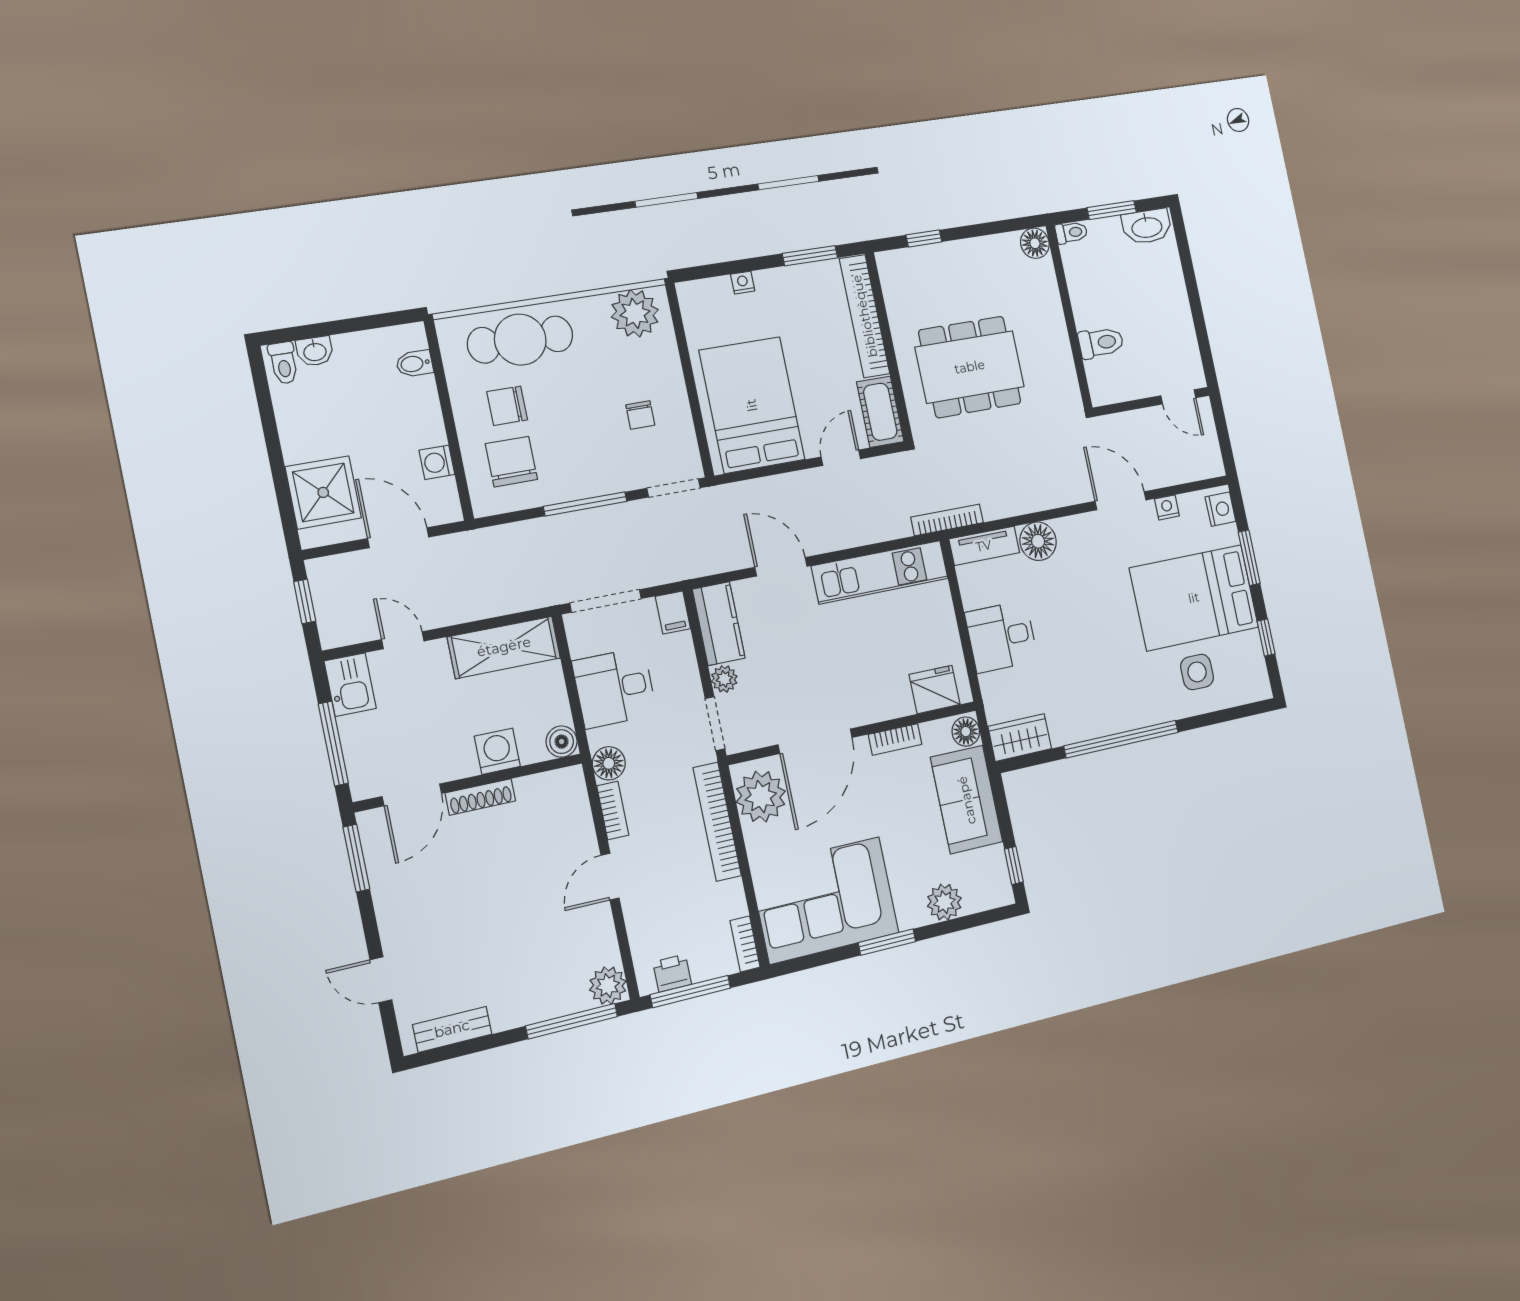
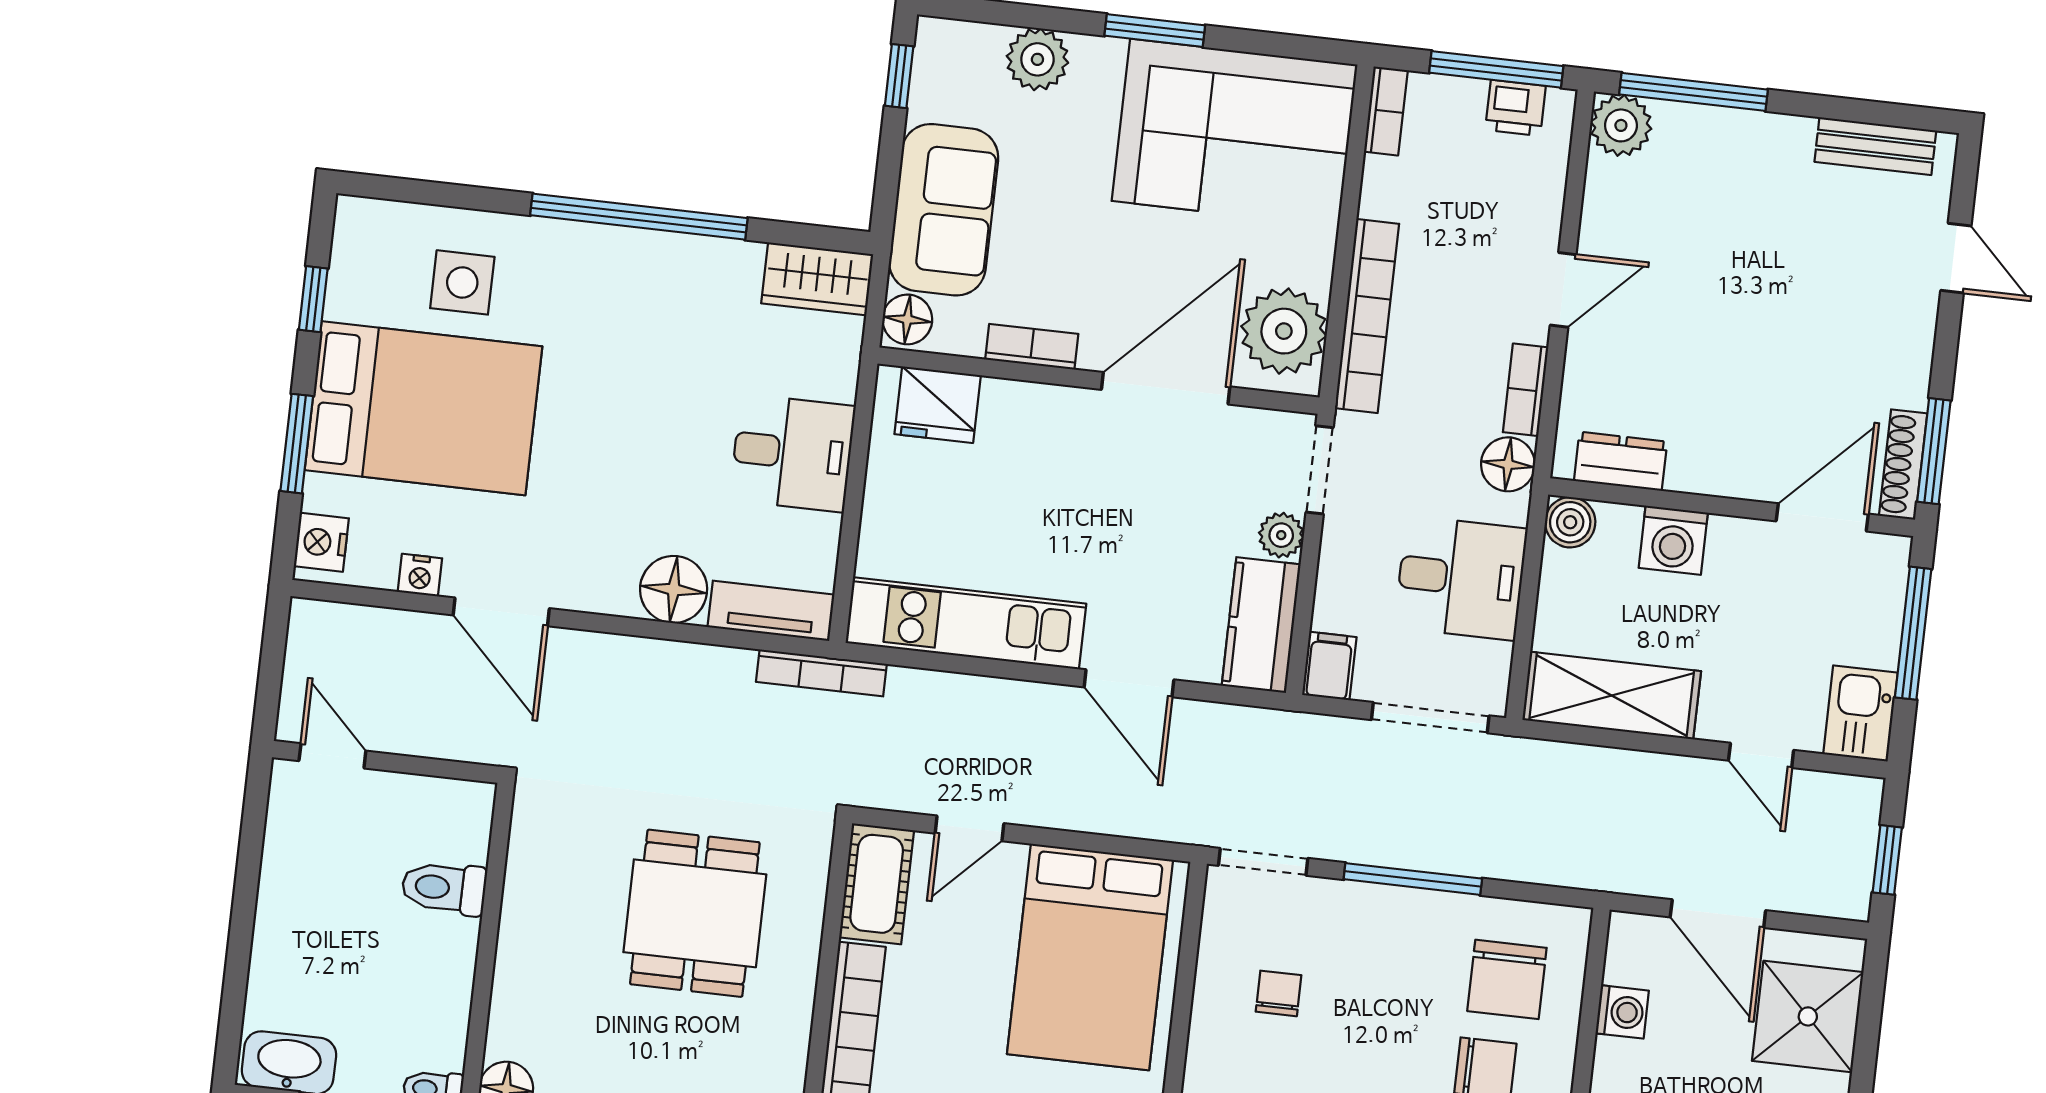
dining table: (970, 367) -> (695, 913), width x0.73
dresser: (544, 787) -> (1621, 461), added
shoe rack: (480, 797) -> (1903, 465), moved, turned -90

